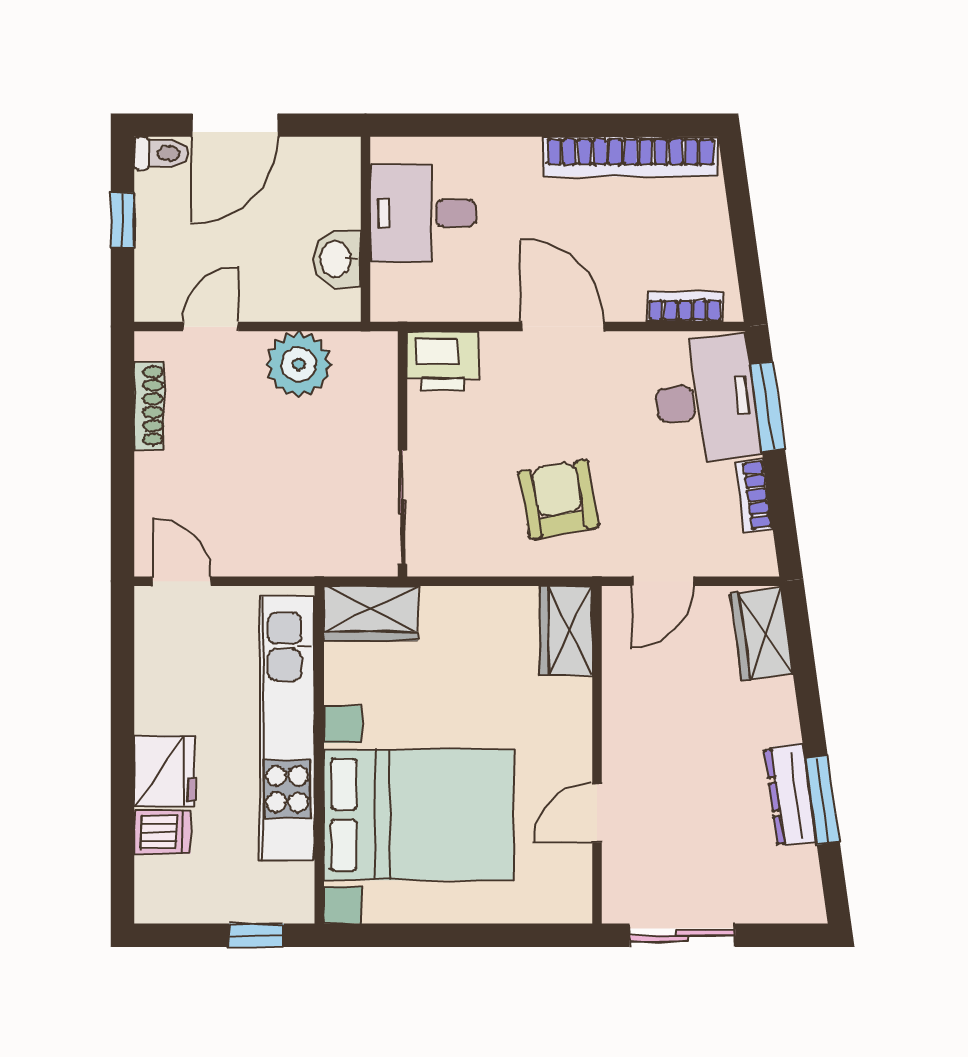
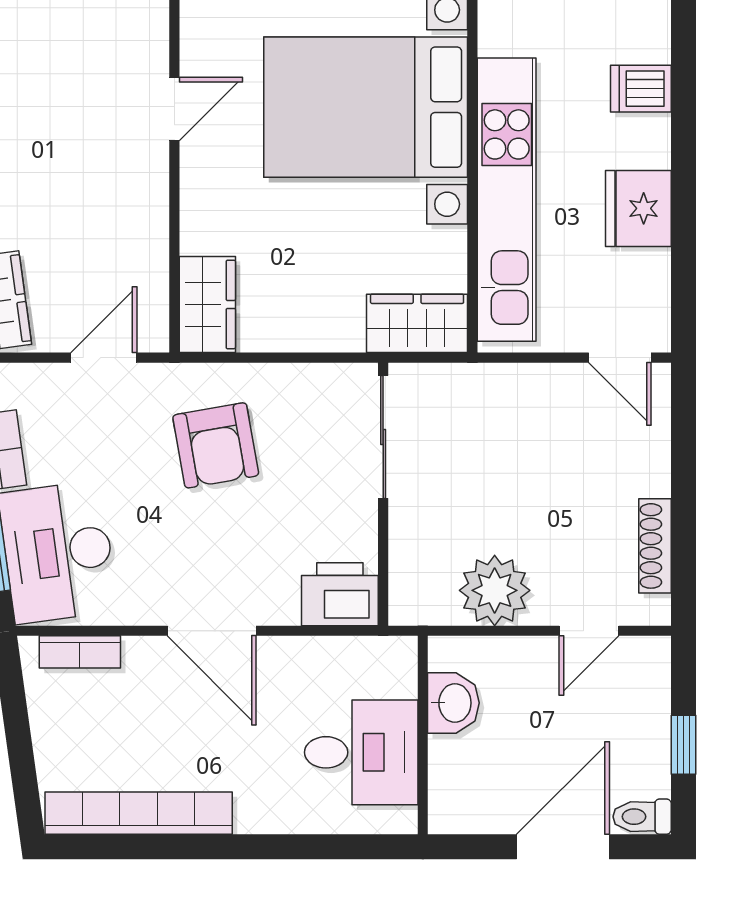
fridge: (165, 771) -> (638, 208), moved

